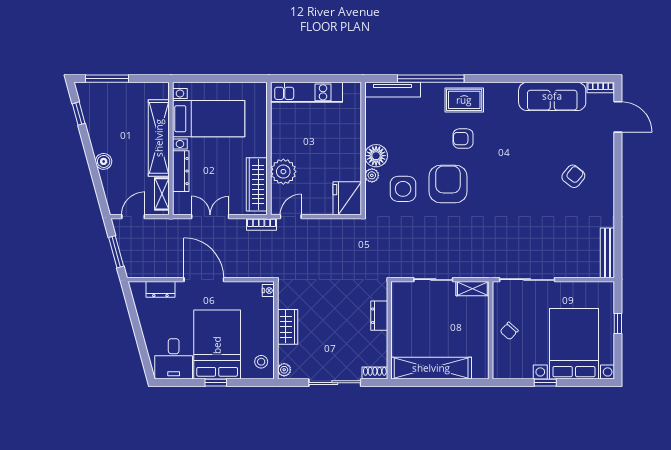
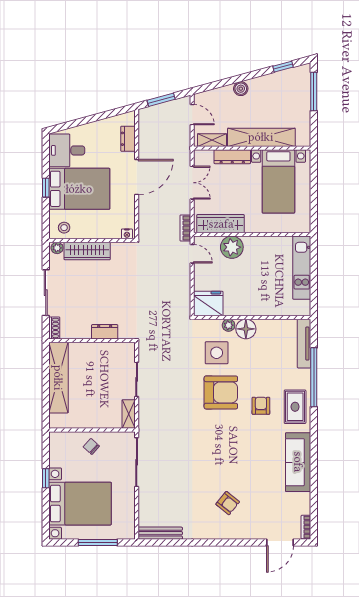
sofa: (552, 96) -> (298, 462), moved
window: (618, 323) -> (98, 542), width x2.17
wardrobe: (288, 327) -> (87, 251), width x1.50

